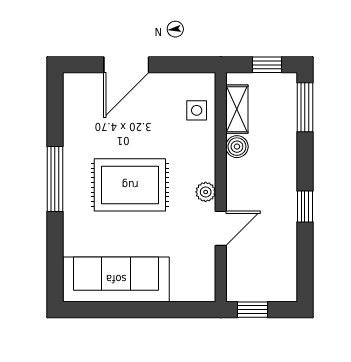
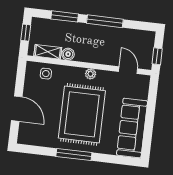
window: (305, 107) -> (65, 16), moved
rug: (130, 185) -> (82, 114), width x1.37, depth x1.44
window: (305, 207) -> (105, 21), width x2.17
door: (221, 228) -> (128, 70), moved

